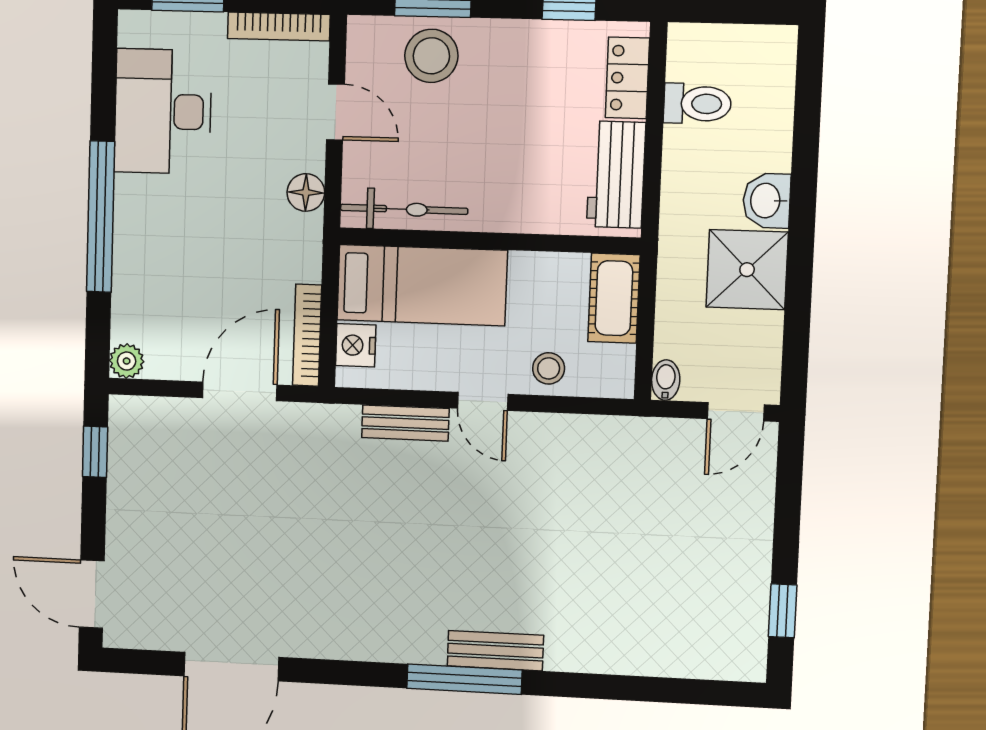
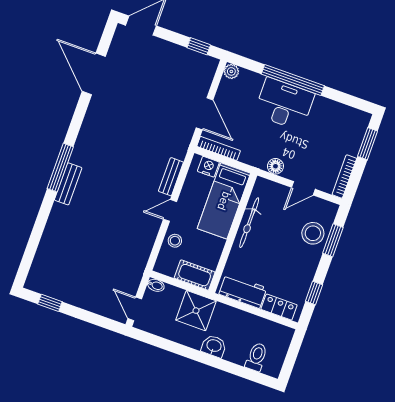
toilet: (697, 104) -> (256, 357), moved, turned 180
desk: (163, 111) -> (284, 104), moved
bicycle: (404, 209) -> (249, 223), moved
shower: (747, 270) -> (196, 311), moved

